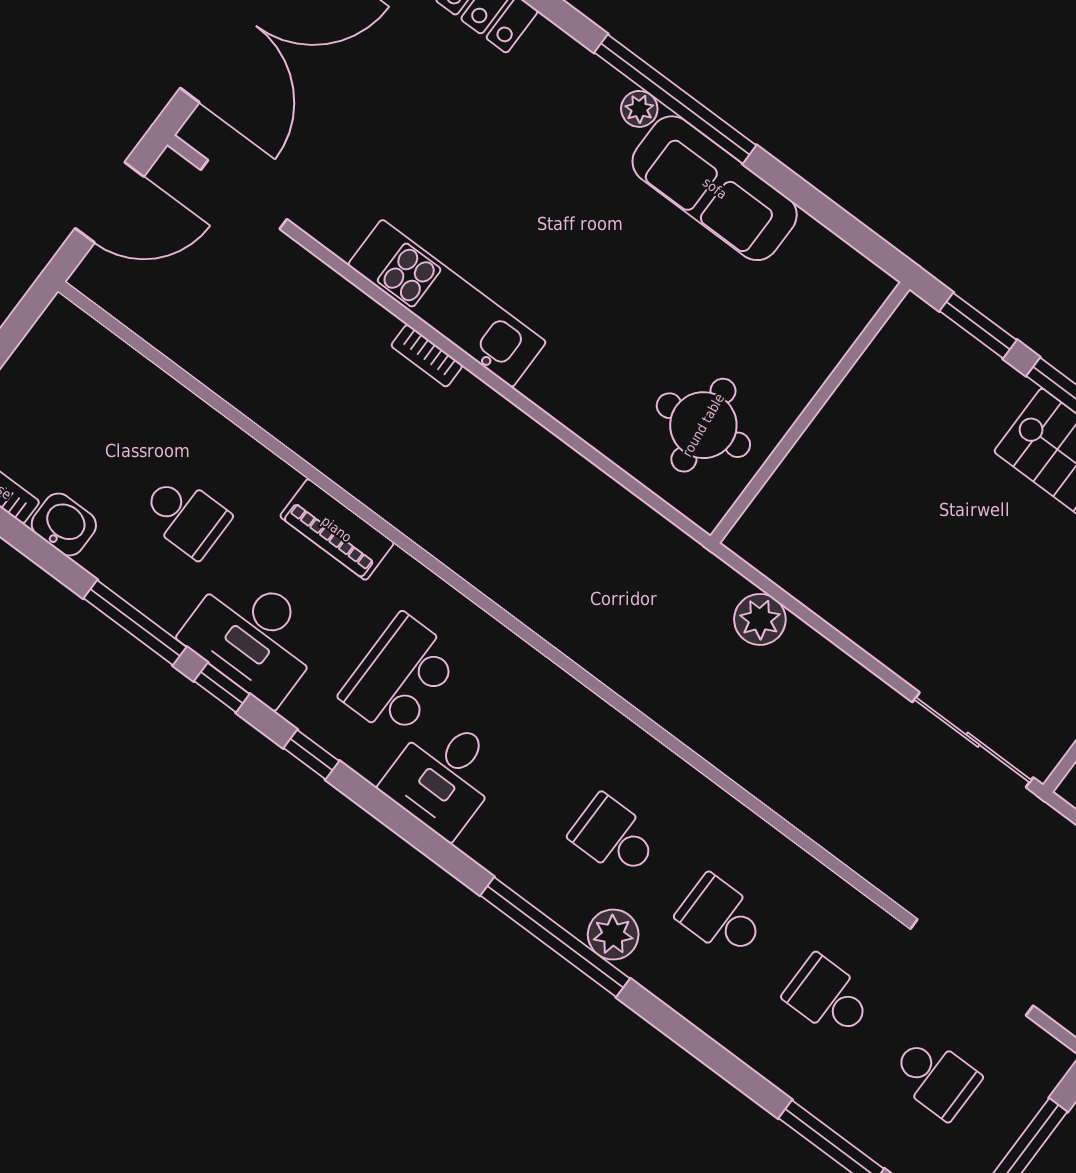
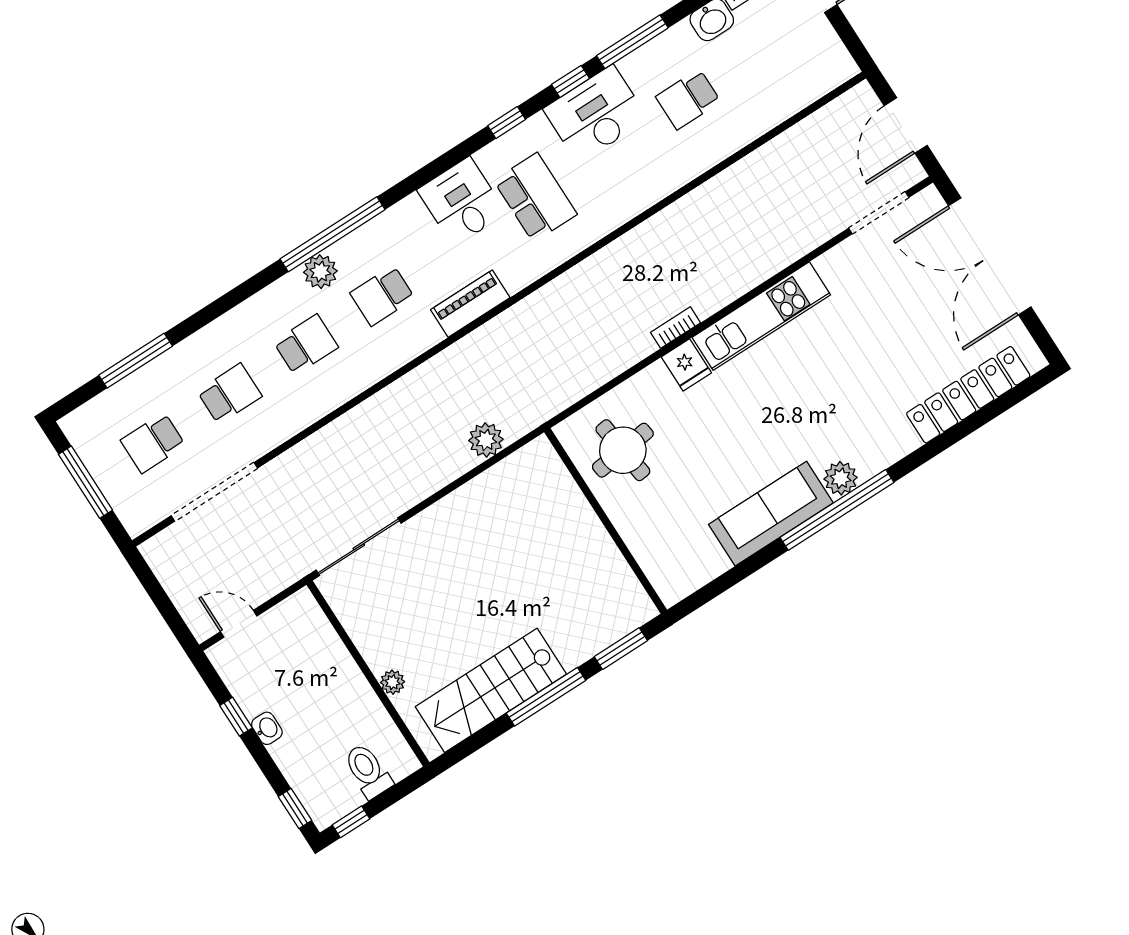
plant: (639, 109) -> (841, 478), width x1.38, depth x1.38
bookcase: (427, 356) -> (675, 328), moved
fridge: (553, 382) -> (686, 365), added
piano: (337, 529) -> (470, 304), moved
school desk: (614, 837) -> (382, 296), turned 180

